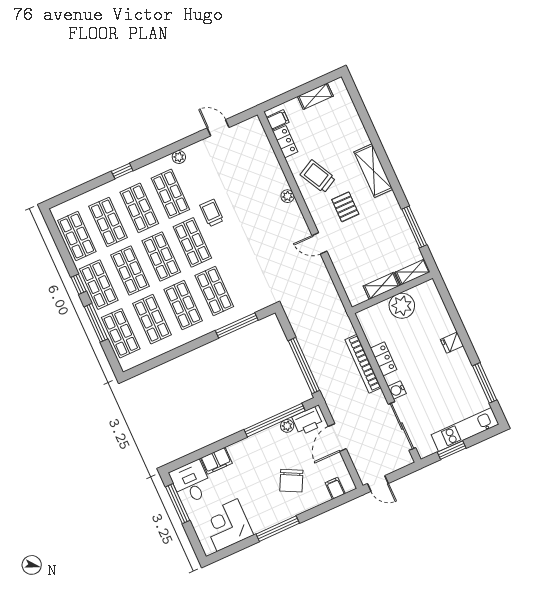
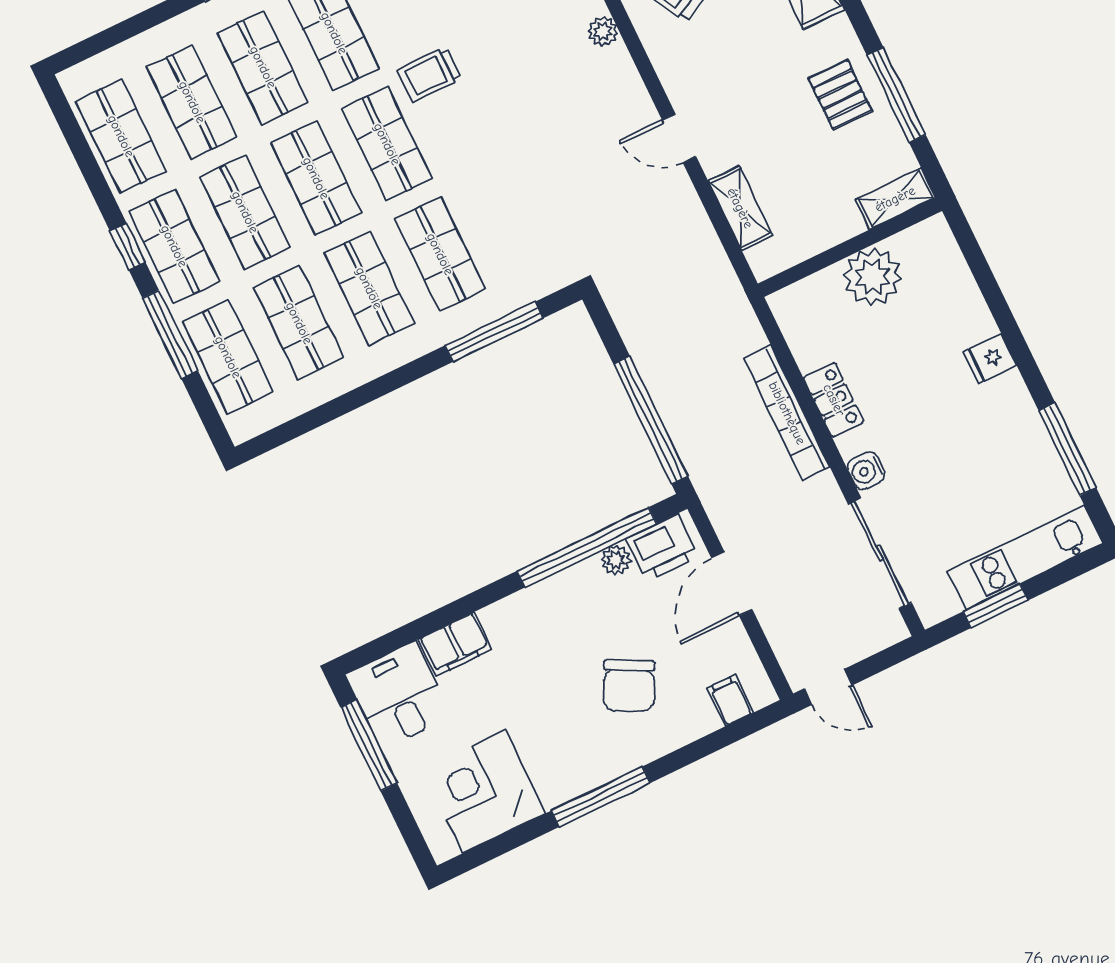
pallet: (345, 207) -> (840, 95), moved
trolley: (212, 213) -> (429, 75), turned -90
shelving: (382, 286) -> (740, 208), moved, turned 90

